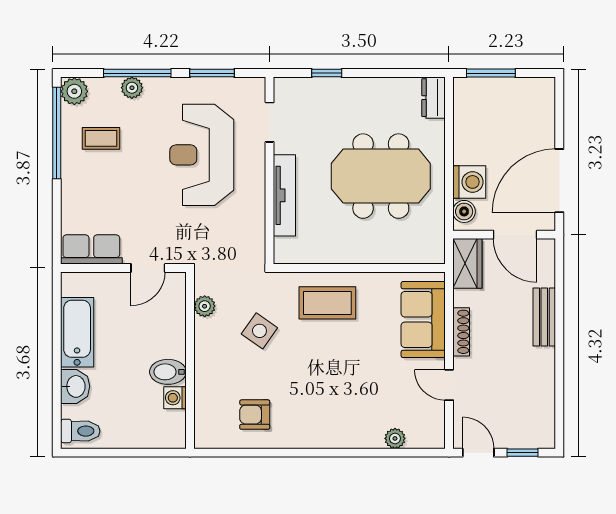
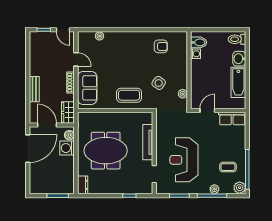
reception desk: (202, 155) -> (184, 160), turned 180
bidet: (168, 372) -> (199, 42), moved

